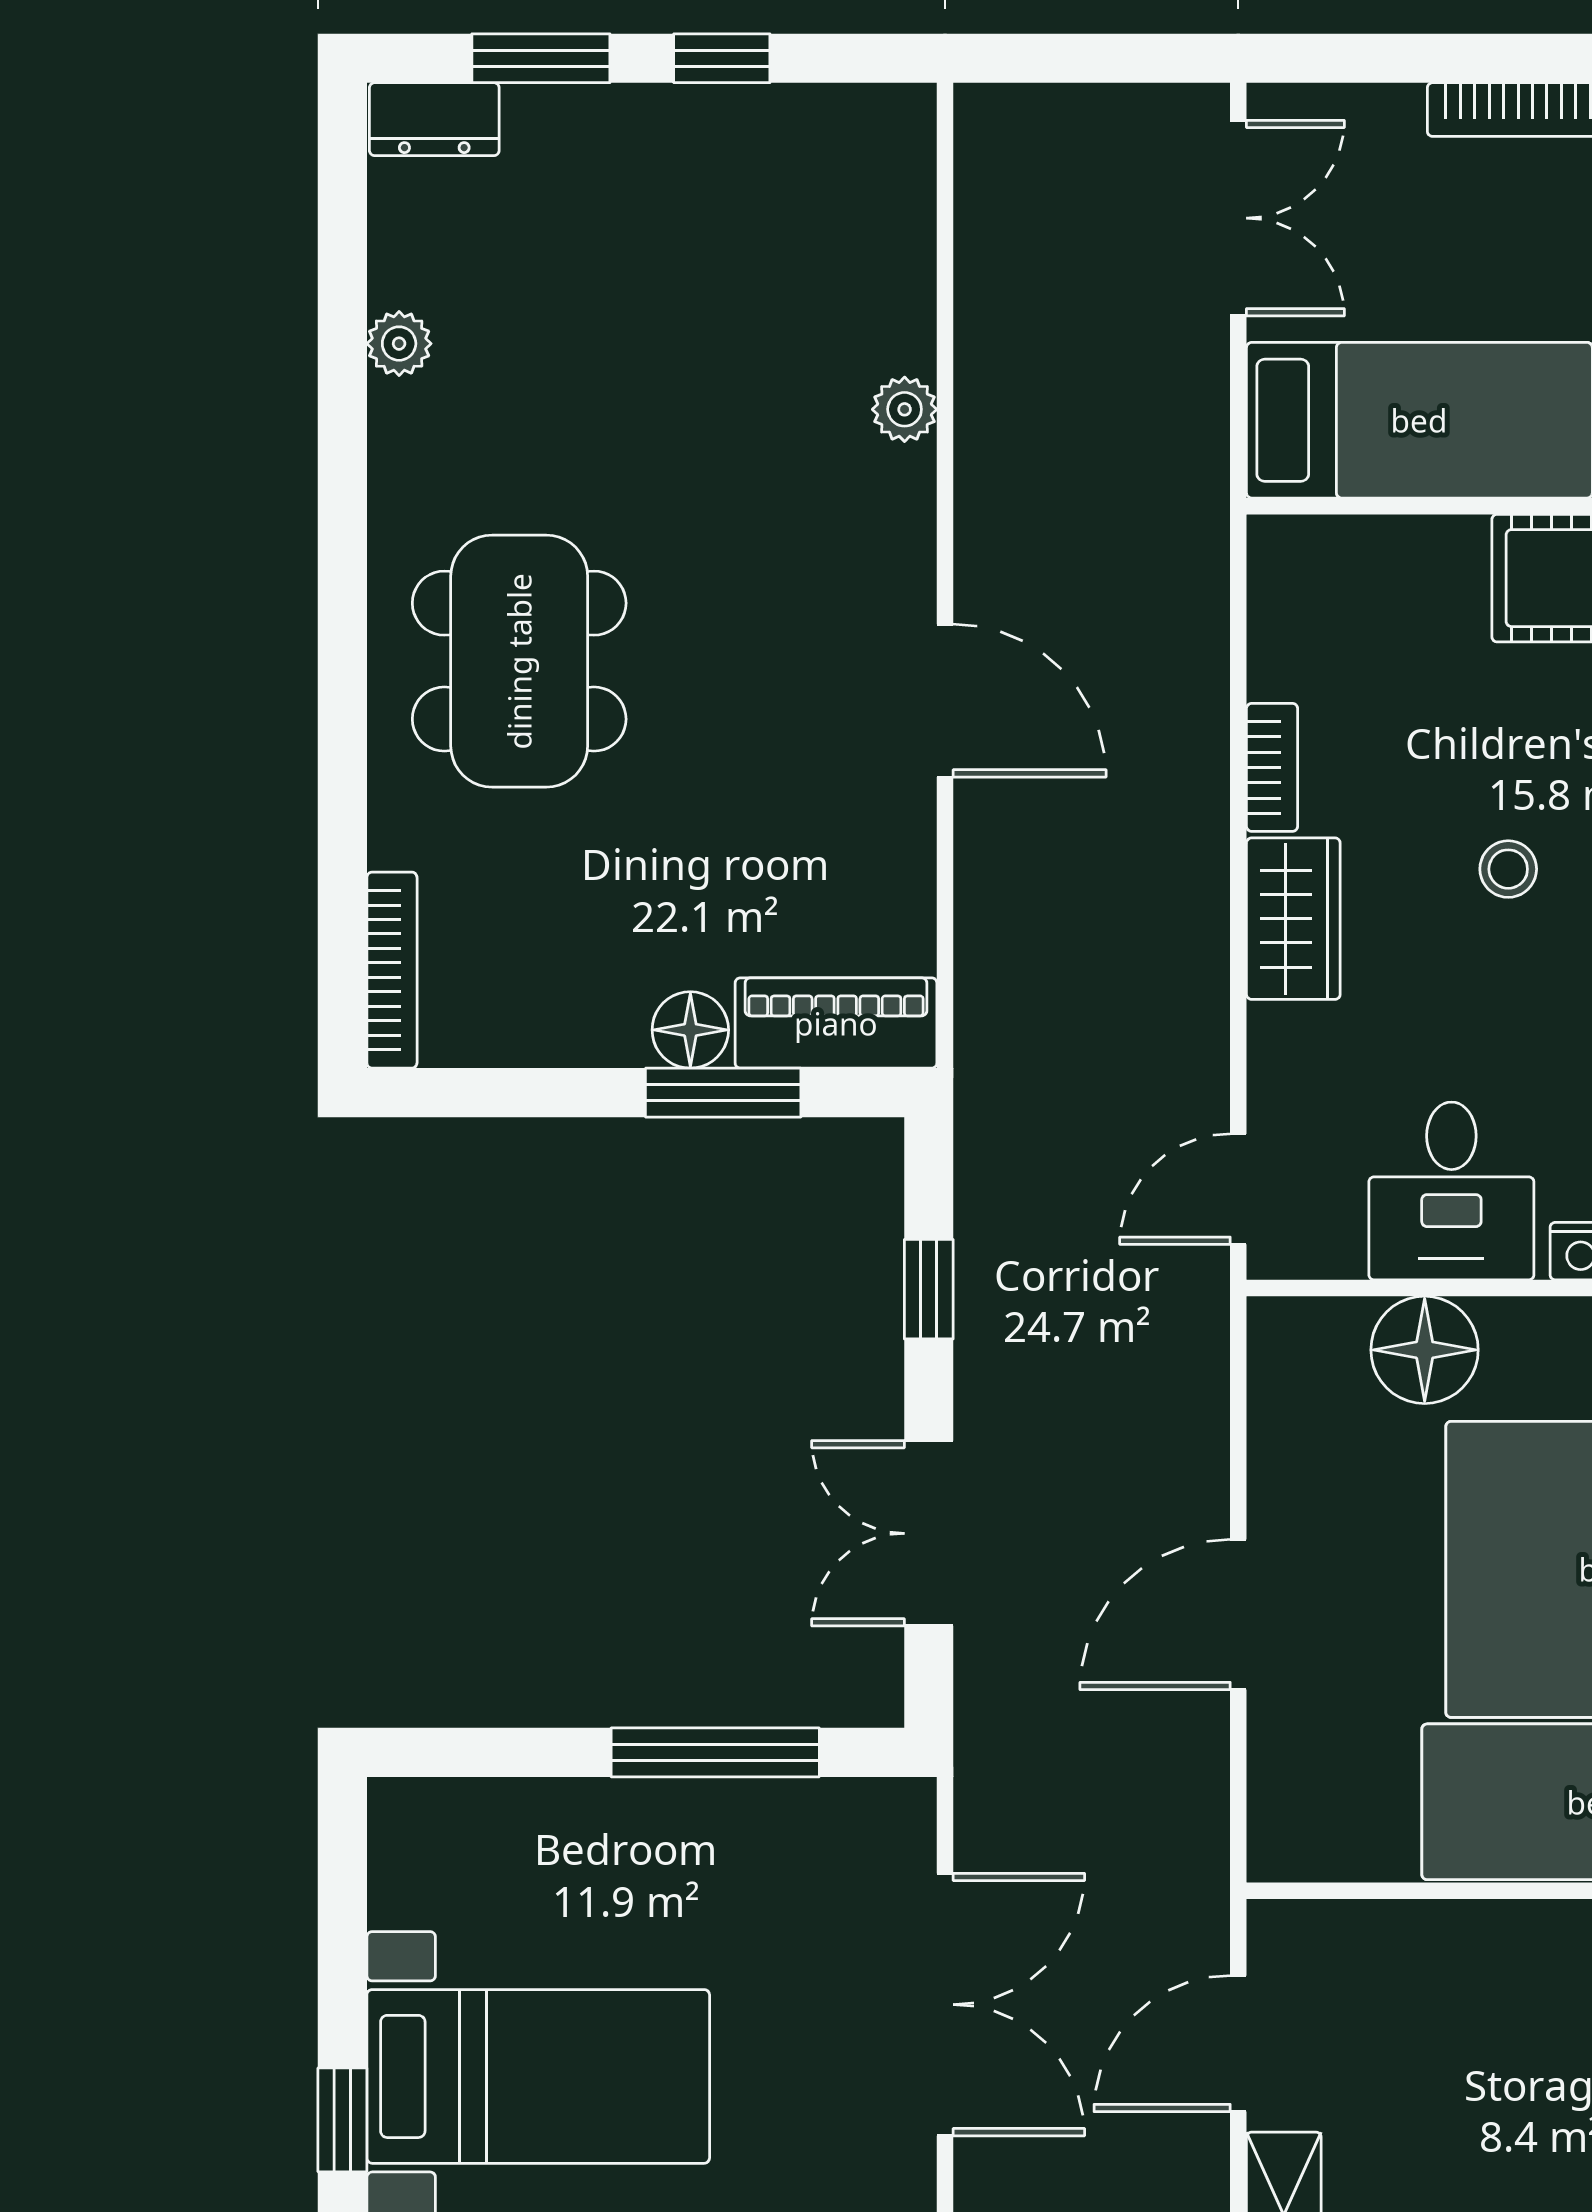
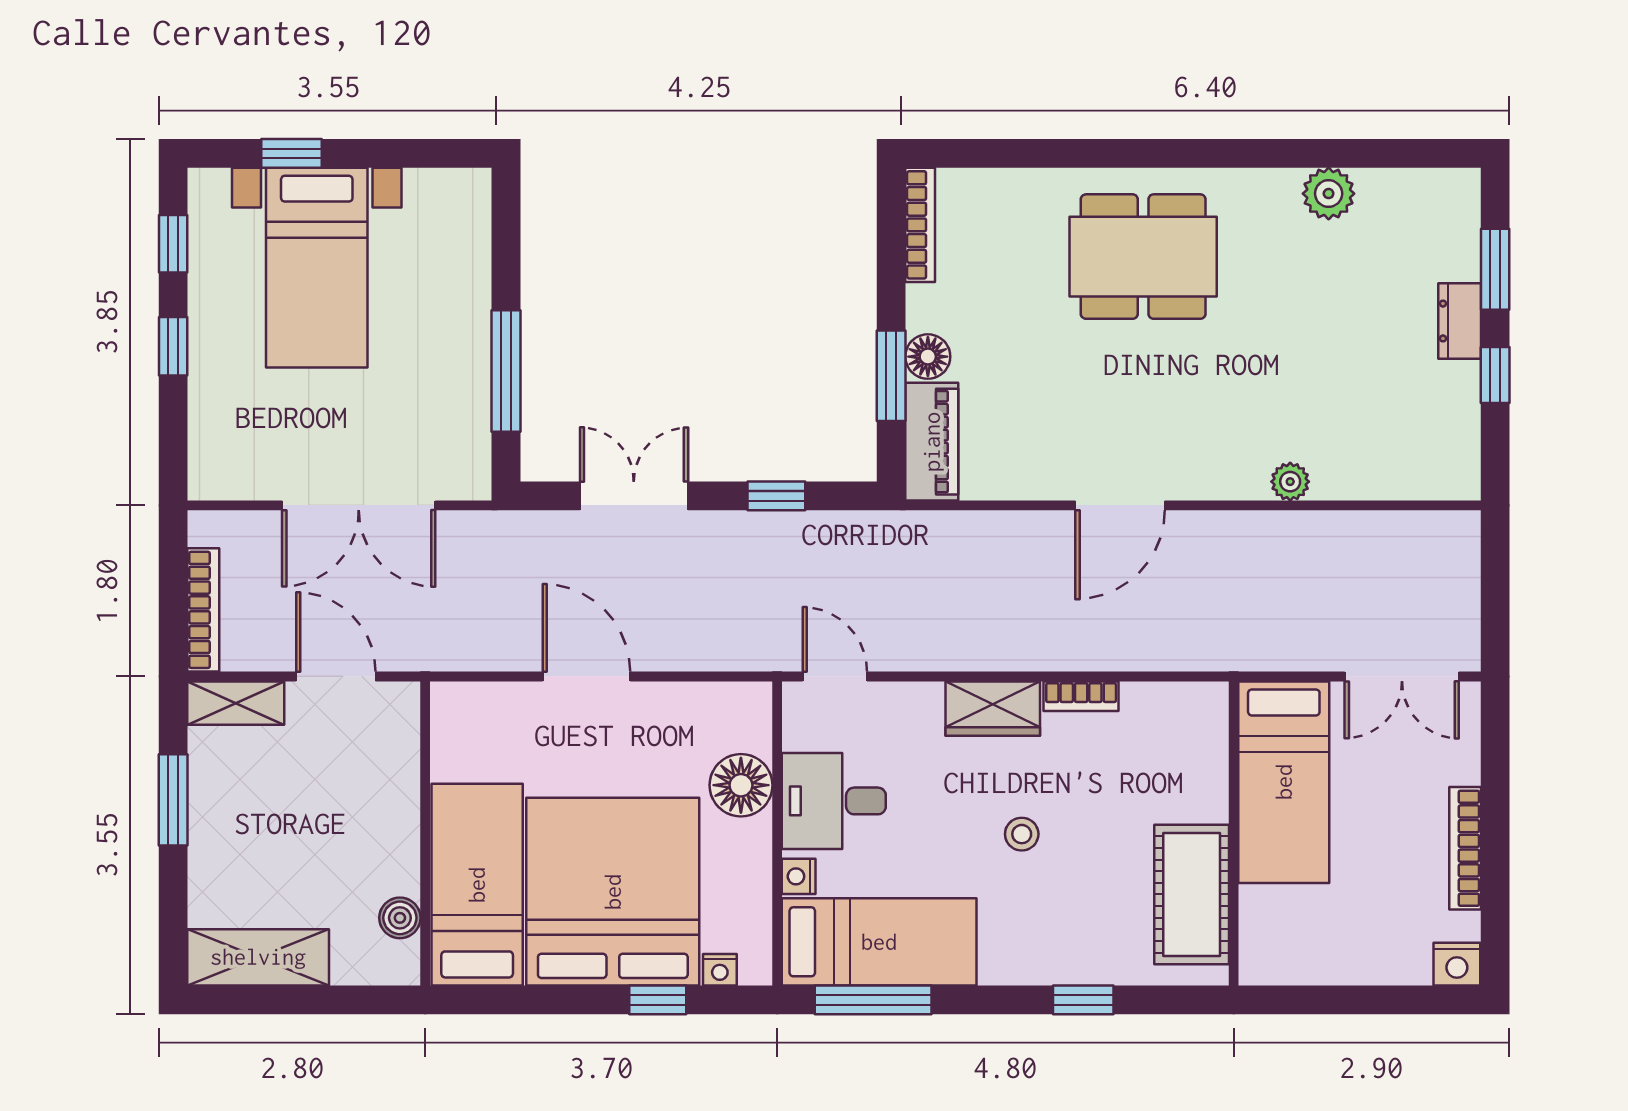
dresser: (434, 119) -> (1460, 321), moved
plant: (399, 344) -> (1329, 194), width x1.38, depth x1.38
bookcase: (392, 970) -> (920, 225), moved, turned -90

